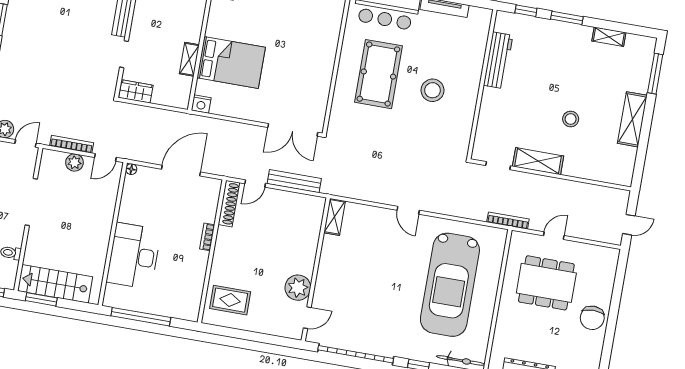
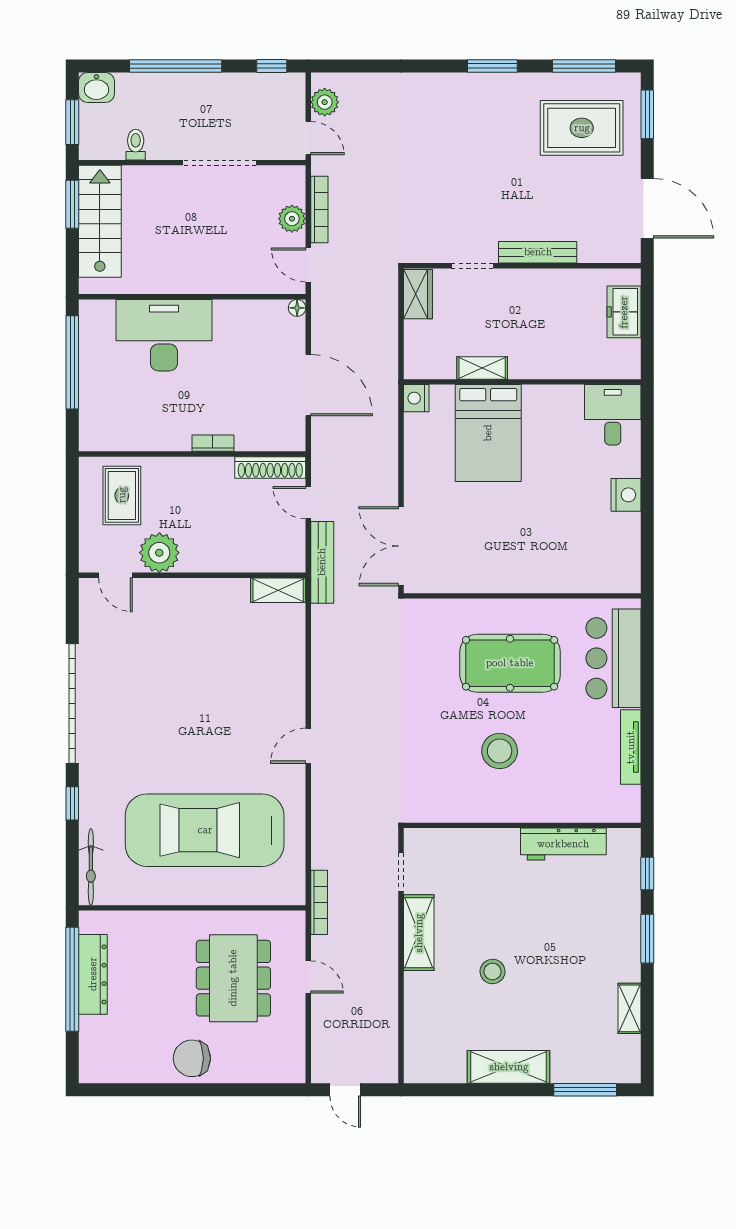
shelving: (335, 217) -> (278, 590), moved
wall: (316, 269) -> (192, 575), moved
plant: (298, 288) -> (159, 553), moved
door: (307, 318) -> (115, 575), moved

